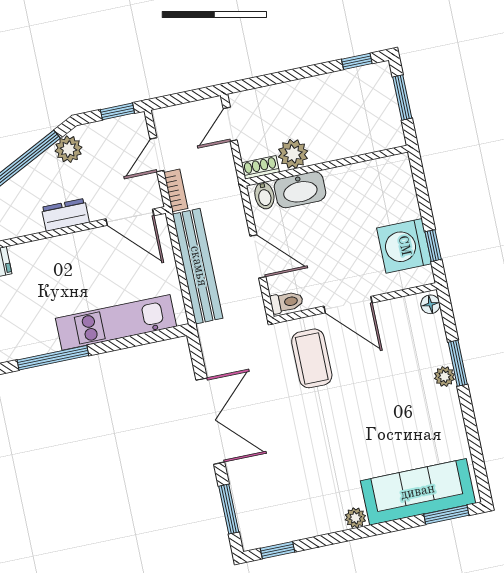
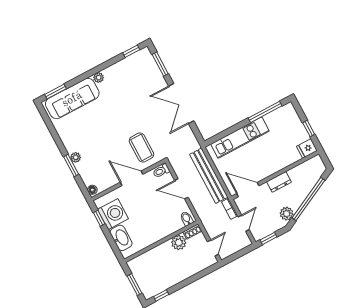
washbasin: (300, 190) -> (121, 238), moved, turned 90

